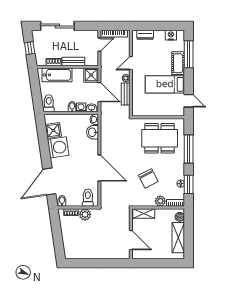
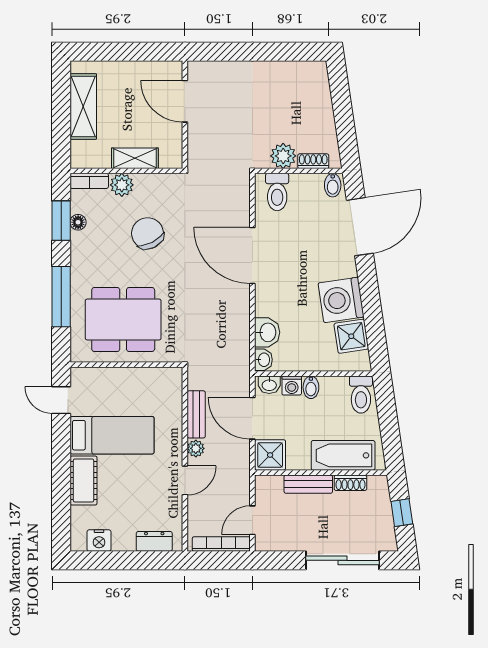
window: (189, 54) -> (61, 500), removed
shelving: (144, 213) -> (135, 158), moved
boiler: (180, 217) -> (80, 151), removed

